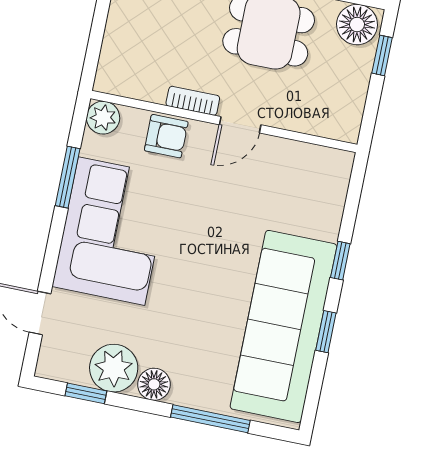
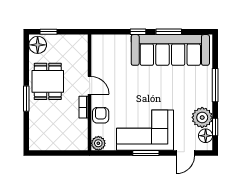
window: (68, 177) -> (146, 153), moved
window: (326, 332) -> (169, 32), width x1.50
floor lamp: (154, 384) -> (206, 136), moved
window: (210, 419) -> (215, 85), moved

